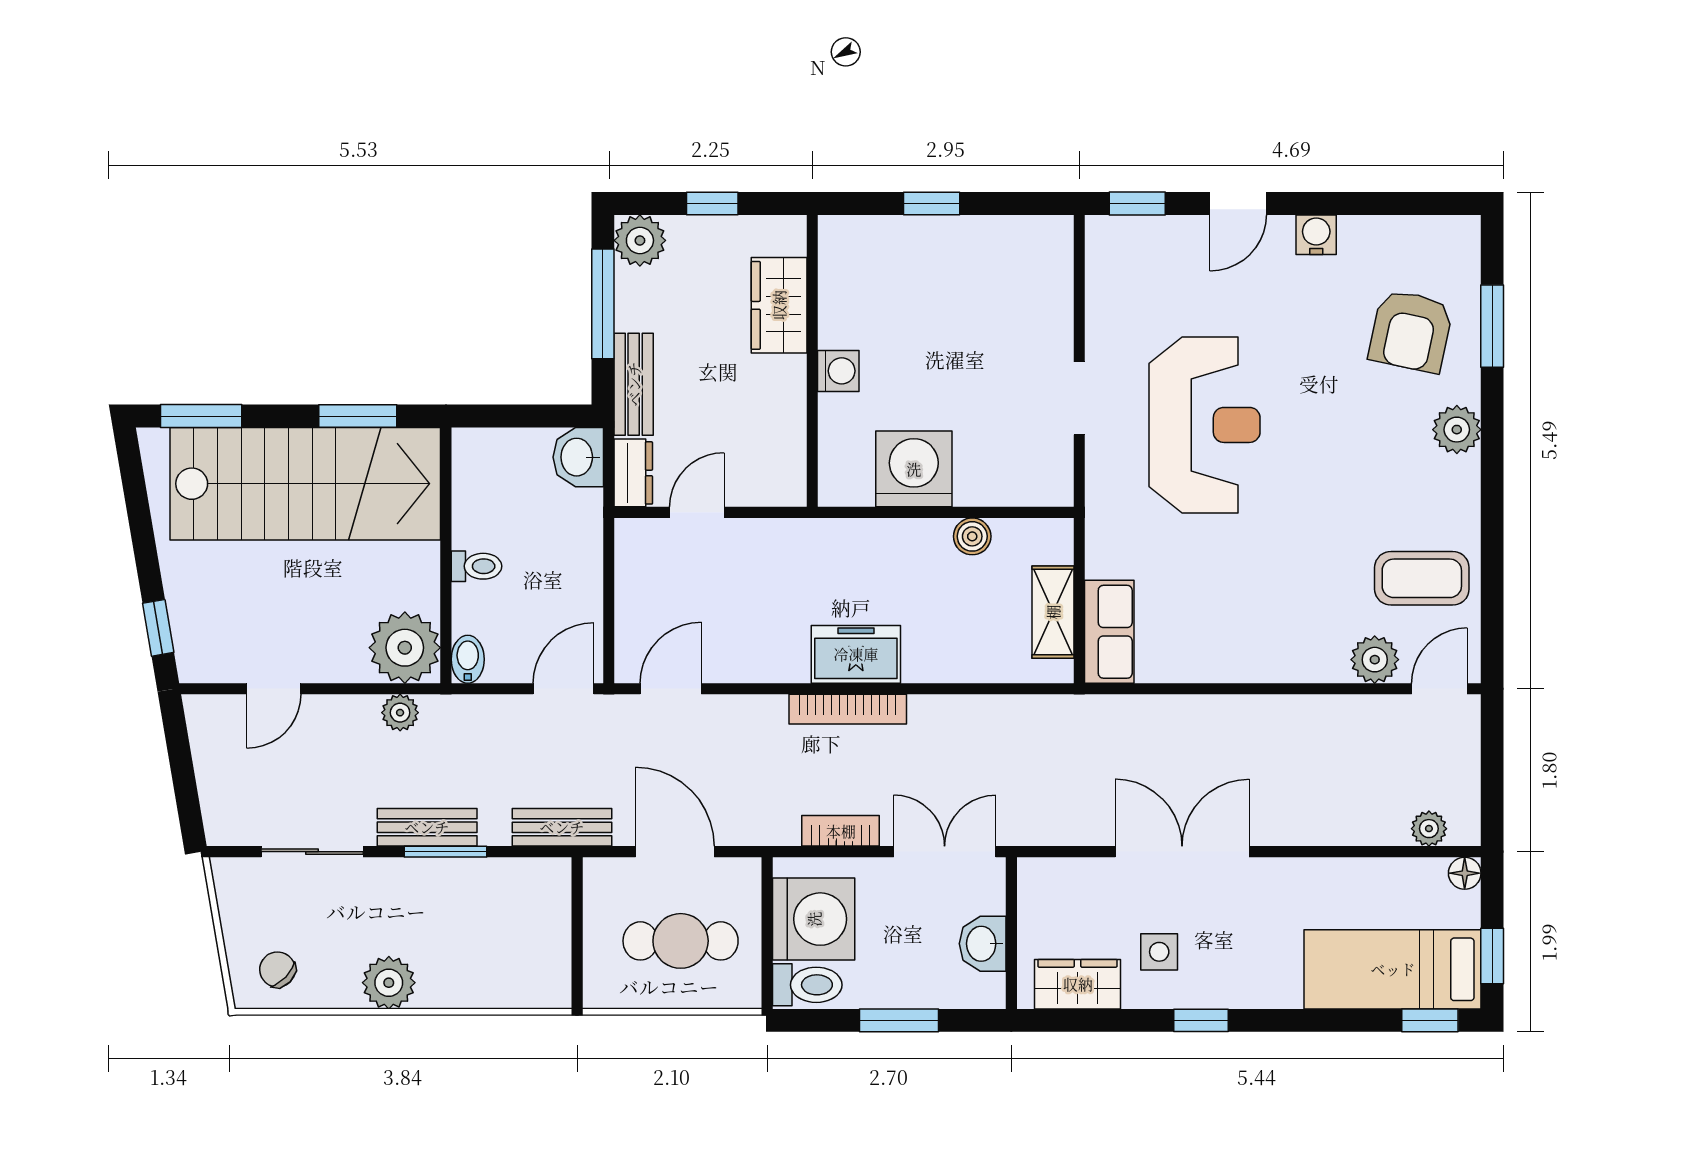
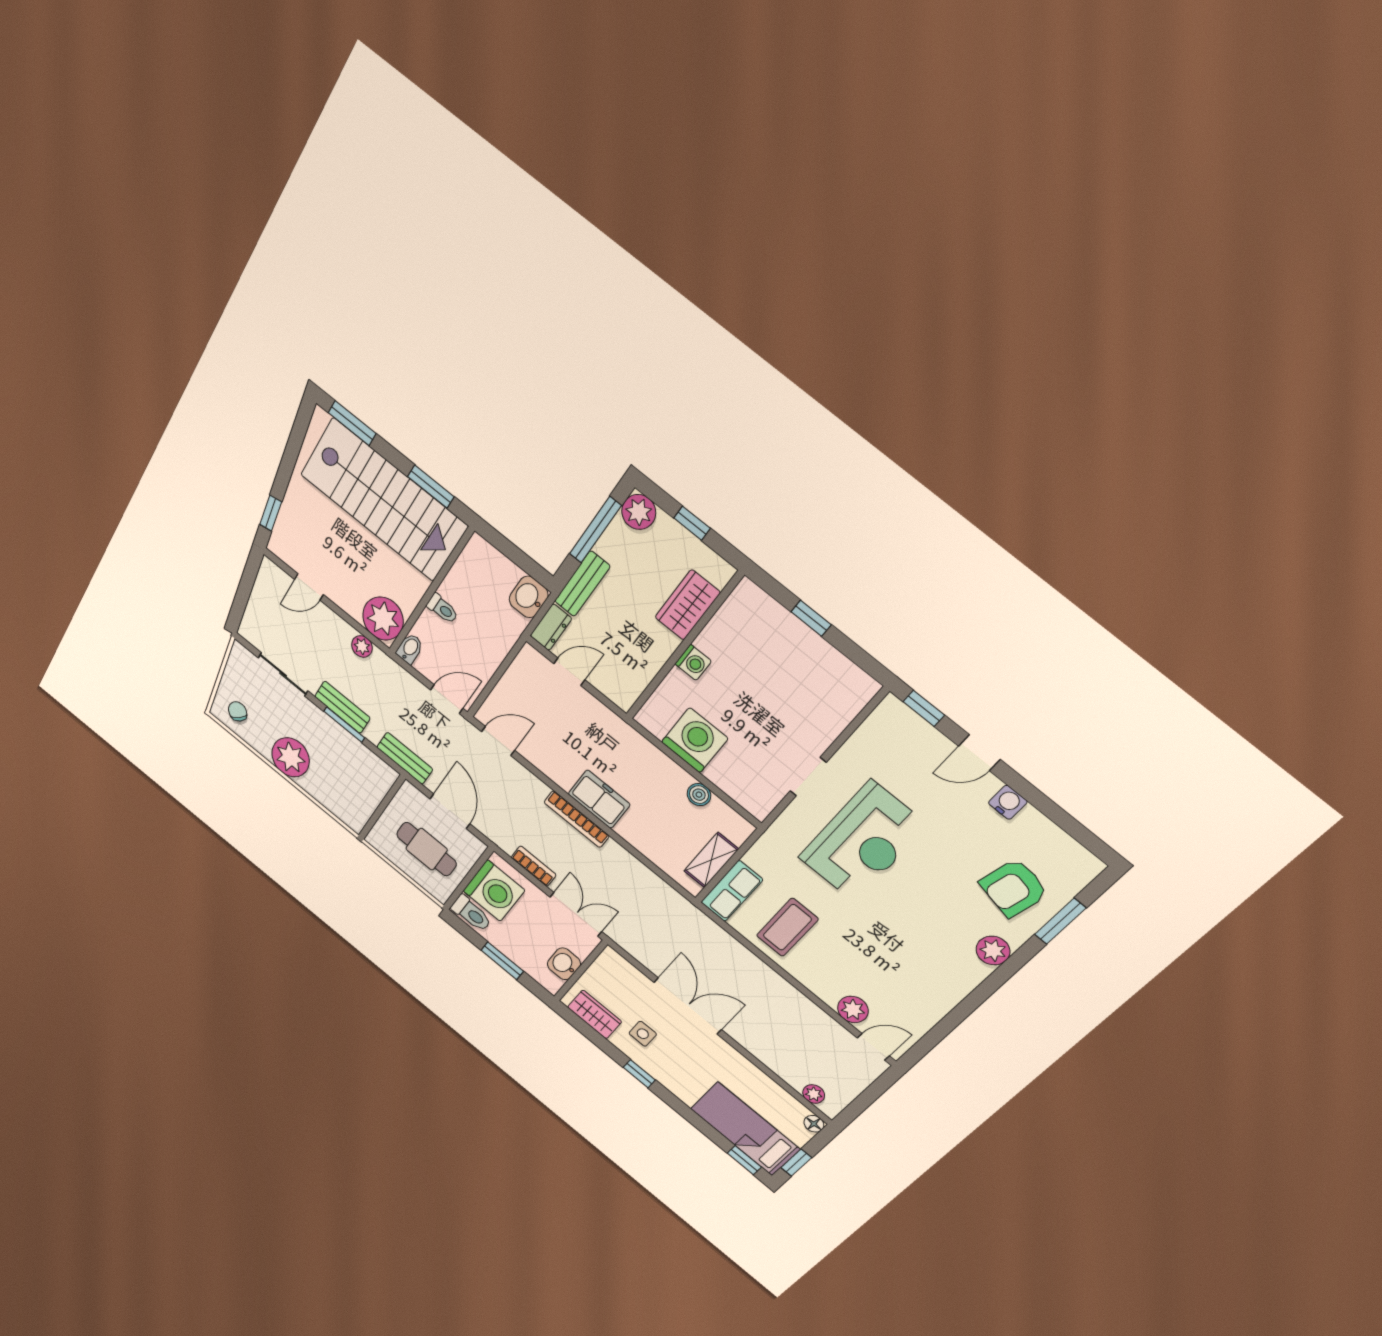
coffee table: (1422, 578) -> (787, 927), moved, turned 90
plant: (389, 983) -> (291, 757), width x1.36, depth x1.36

